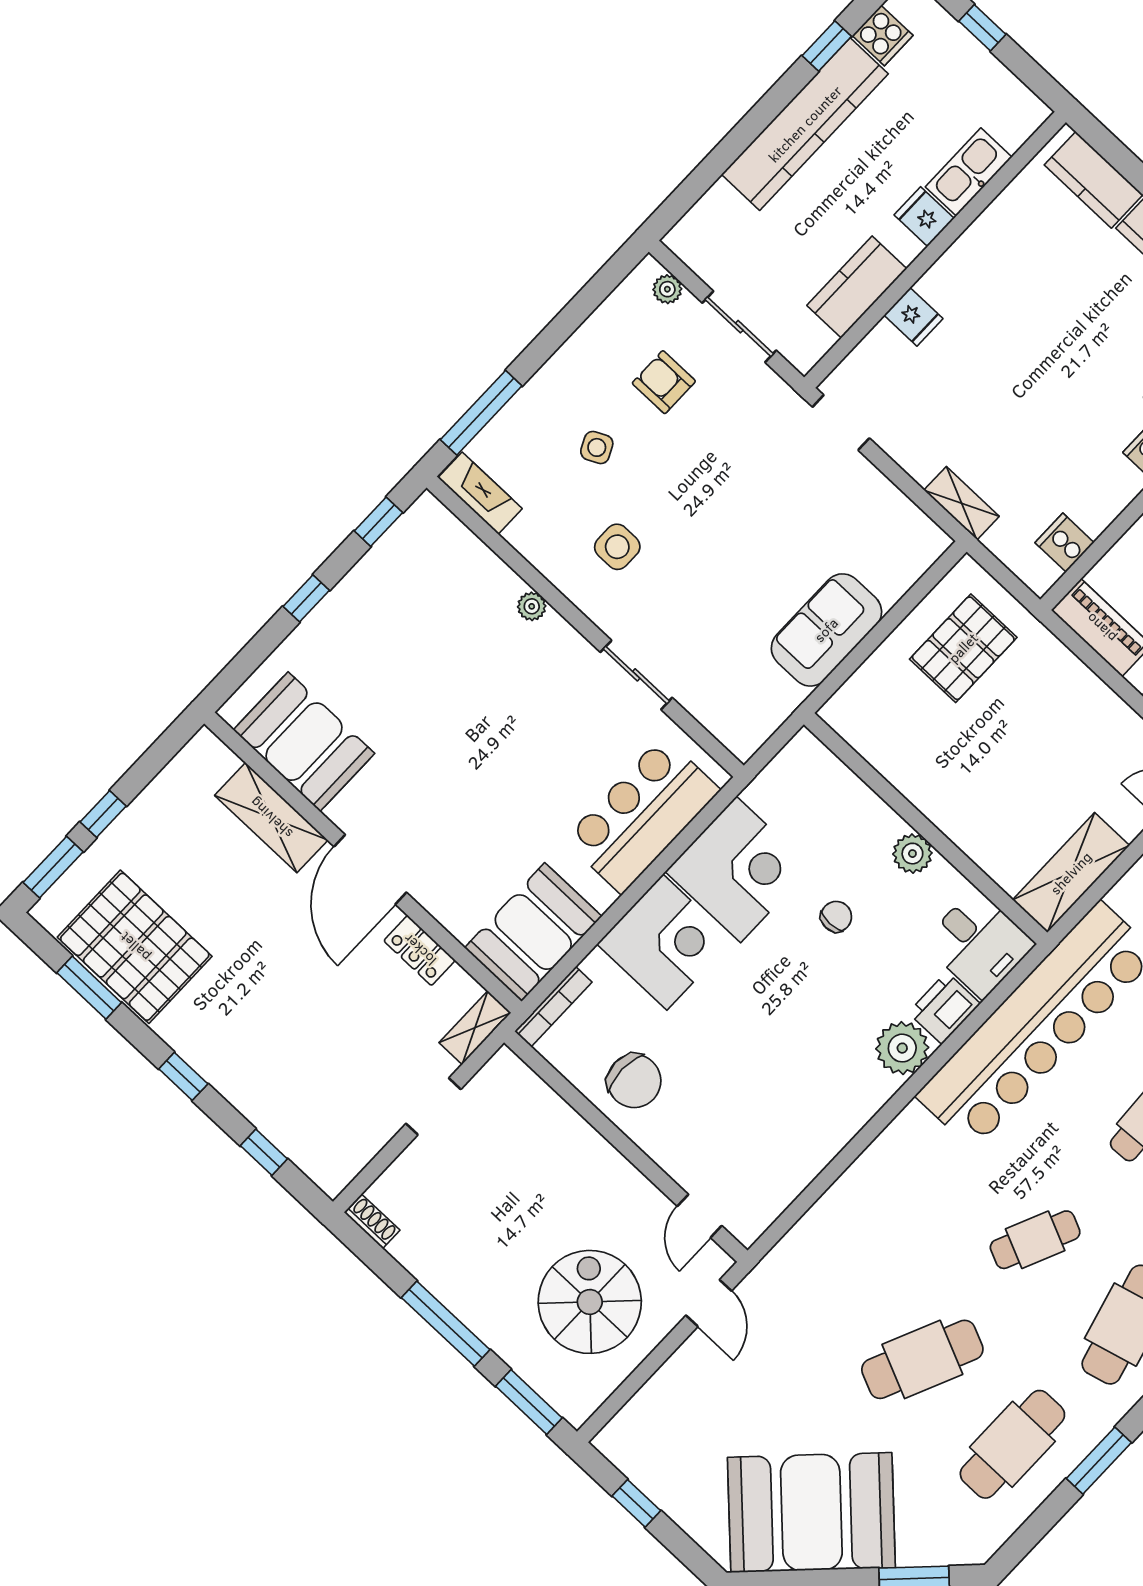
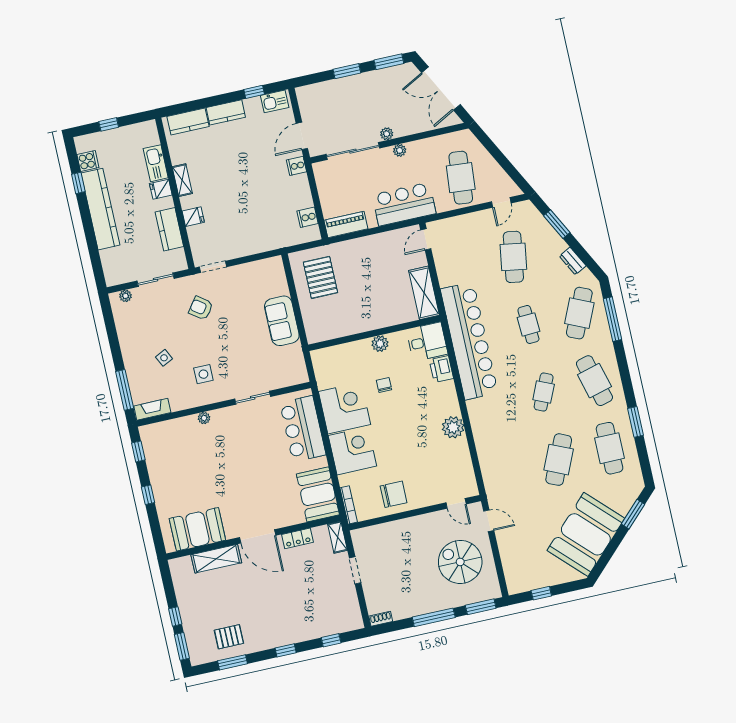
armchair: (664, 382) -> (201, 308), moved, turned 36
shelving: (962, 503) -> (182, 180), moved, turned 90
pallet: (135, 947) -> (229, 637), width x0.49, depth x0.50
plant: (902, 1048) -> (453, 427), moved

